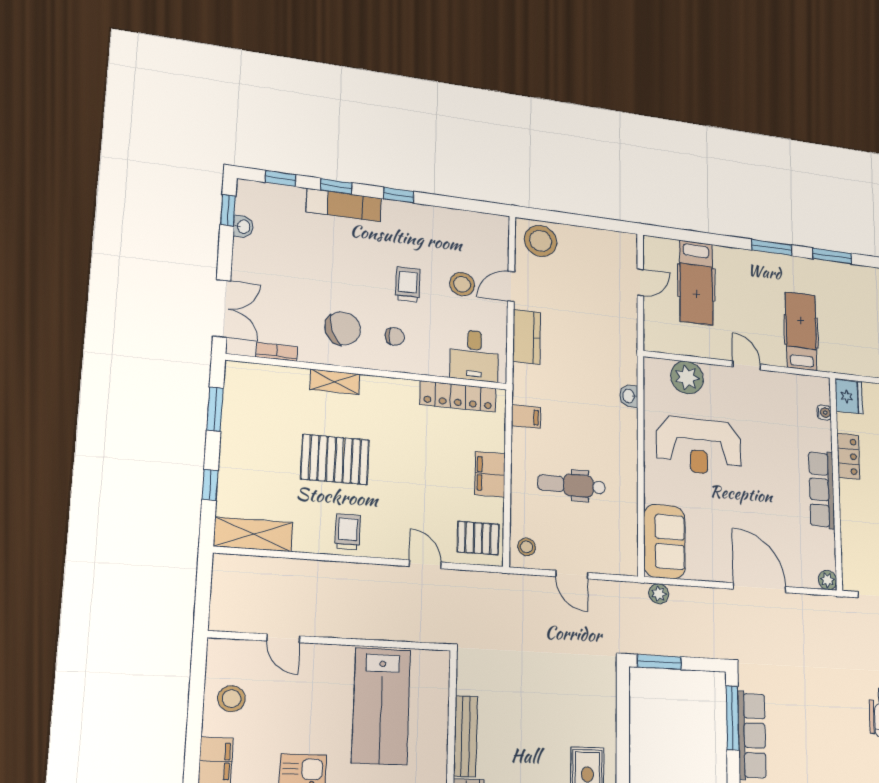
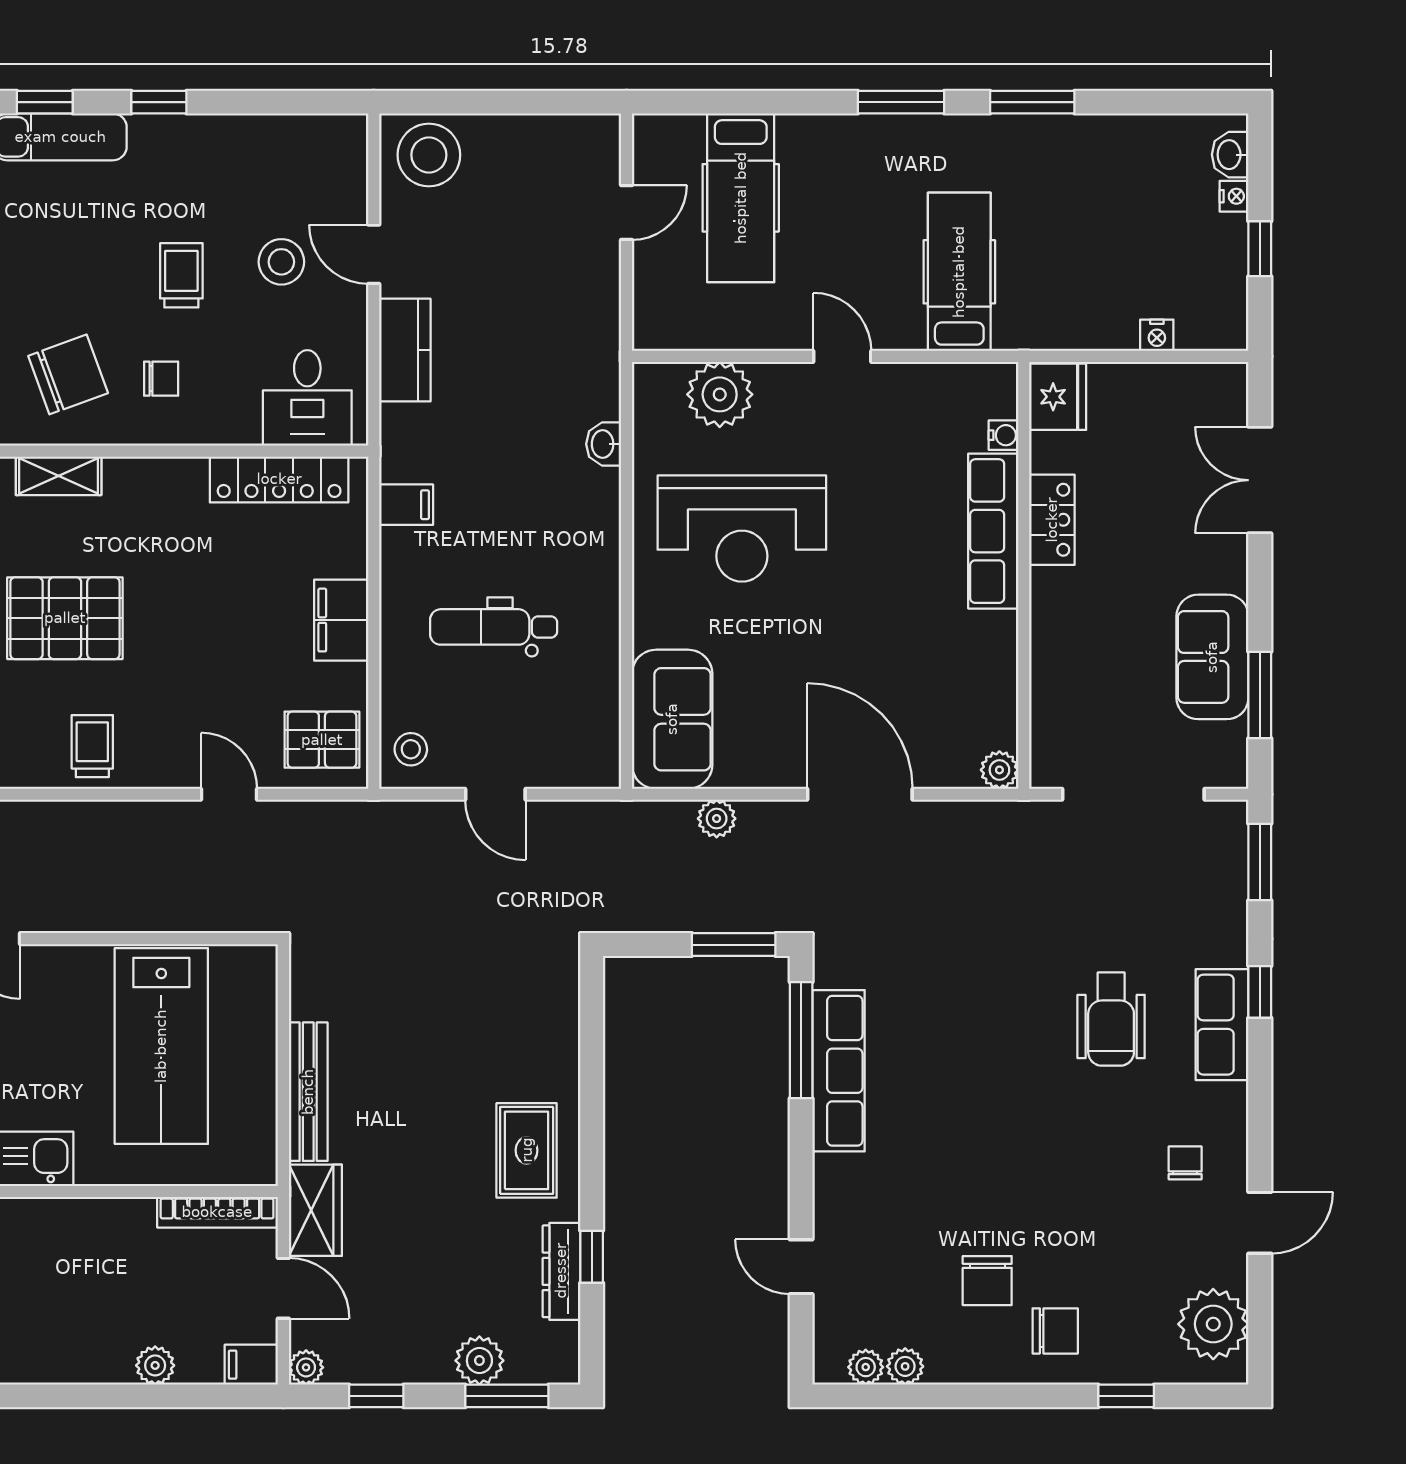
door: (511, 286) -> (374, 254), hinge flipped
row of seats: (822, 490) -> (993, 531), moved
plant: (659, 594) -> (717, 819), moved
window: (659, 662) -> (734, 945), moved

